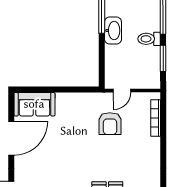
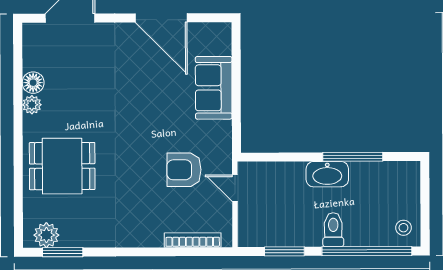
toilet: (149, 39) -> (333, 230), moved
sofa: (34, 104) -> (214, 88), moved

